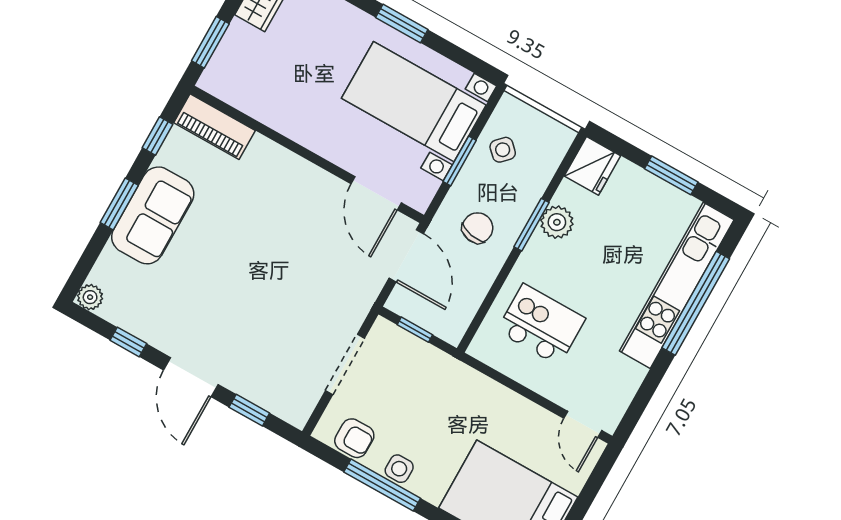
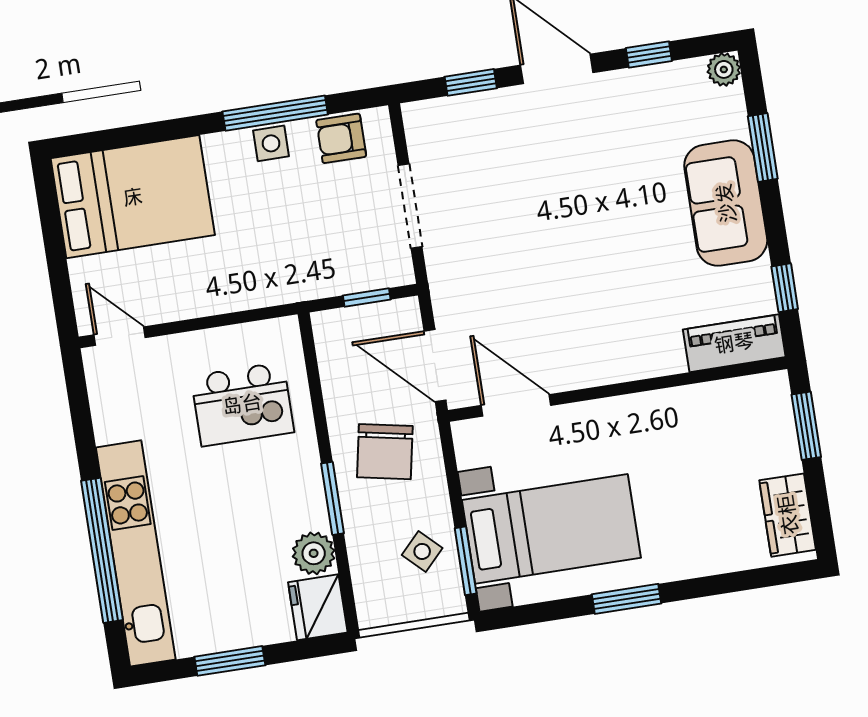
window: (460, 161) -> (466, 561), moved
window: (119, 204) -> (763, 147), moved
plant: (557, 222) -> (314, 553), moved
chair: (478, 228) -> (385, 452), width x1.37, depth x1.37

